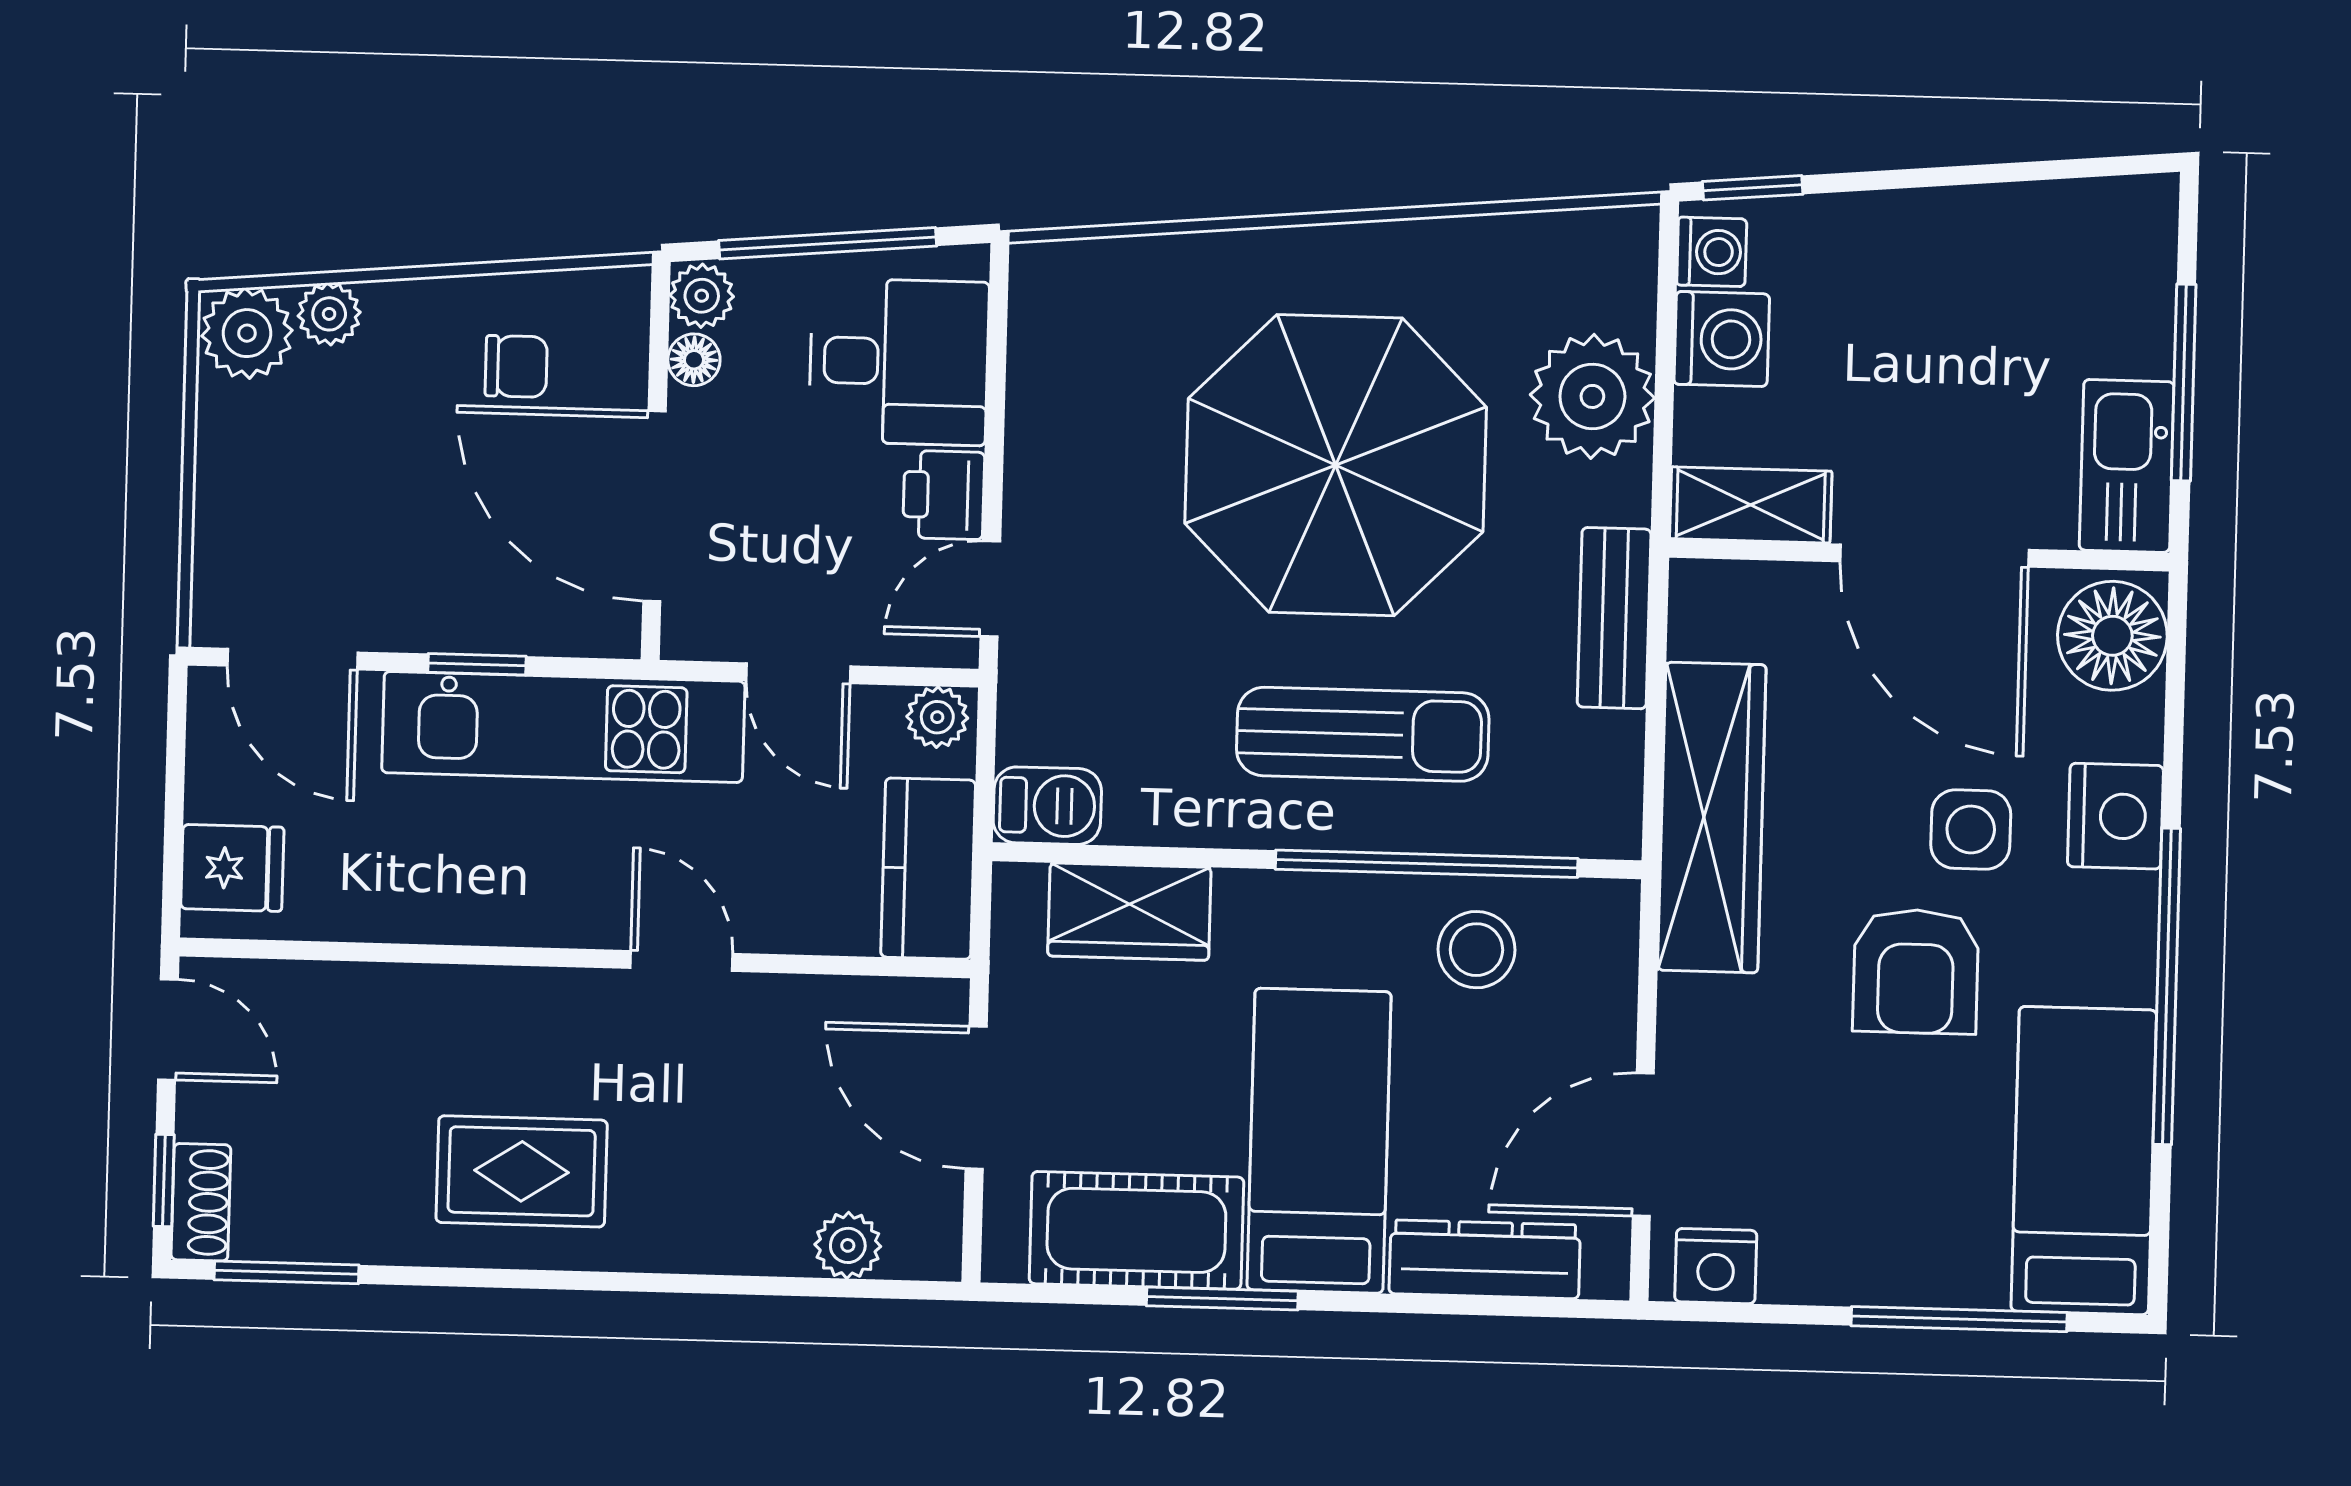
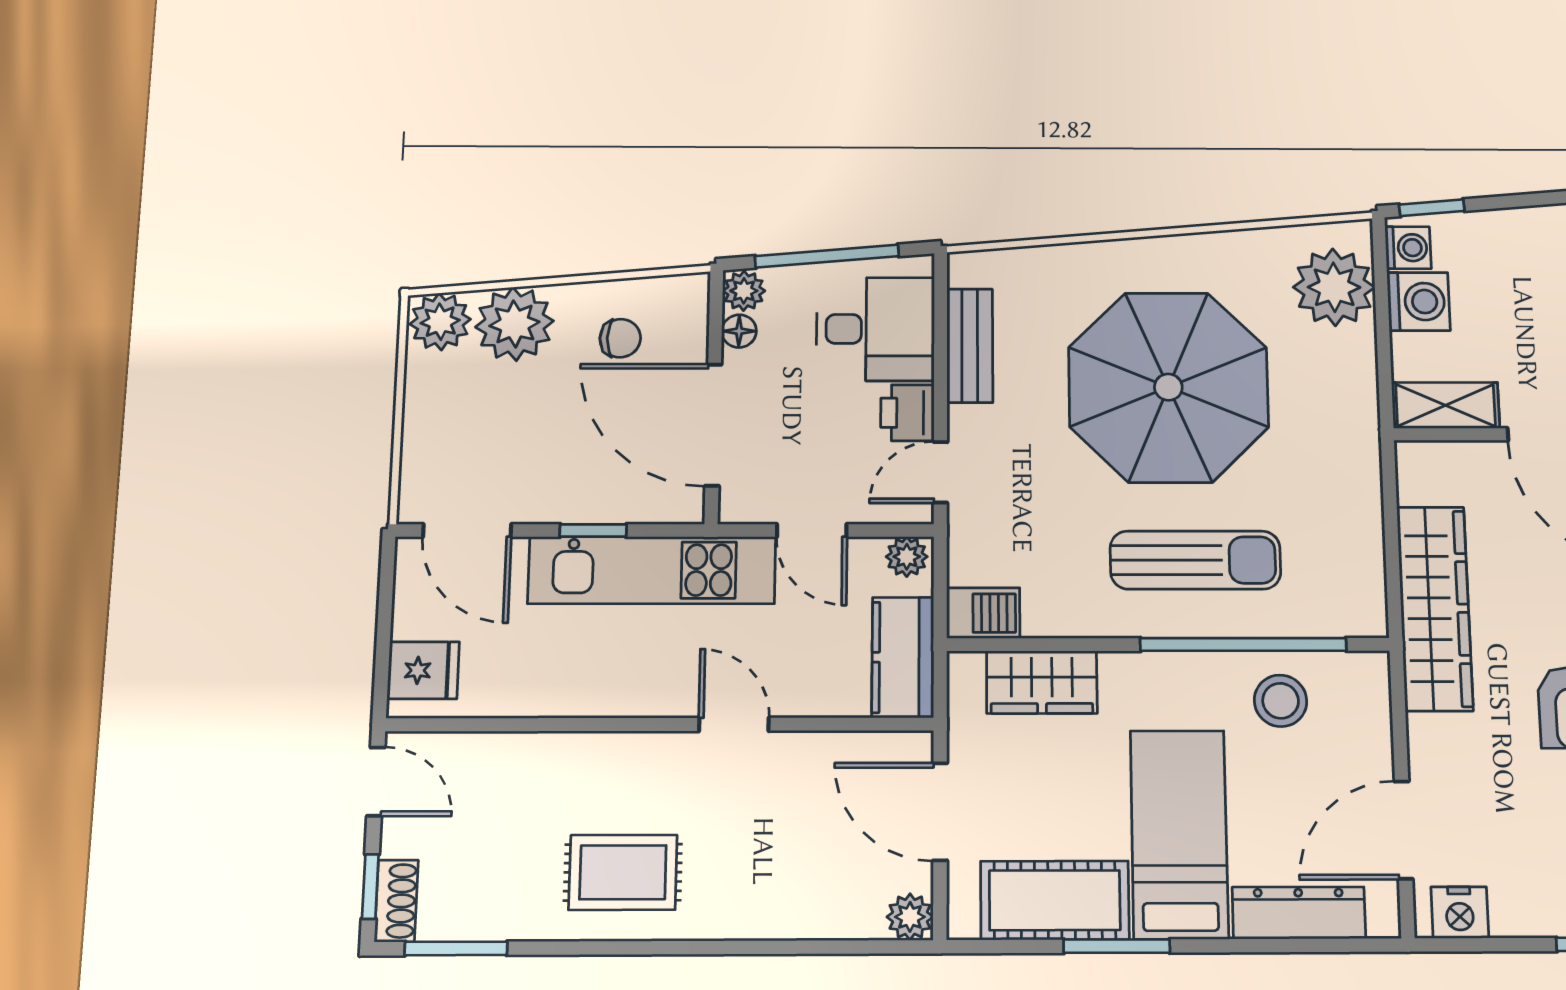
plant: (329, 314) -> (514, 324), width x1.88, depth x1.88
plant: (1592, 396) -> (1334, 287), moved
bench: (1614, 618) -> (970, 346), moved
plant: (848, 1245) -> (910, 917), moved

